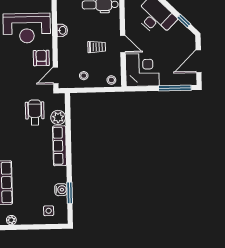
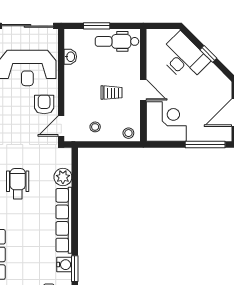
window: (184, 21) -> (208, 54), moved
washbasin: (62, 30) -> (70, 57), moved
wheelchair: (35, 112) -> (18, 184), moved
row of seats: (60, 146) -> (64, 220), width x1.36

